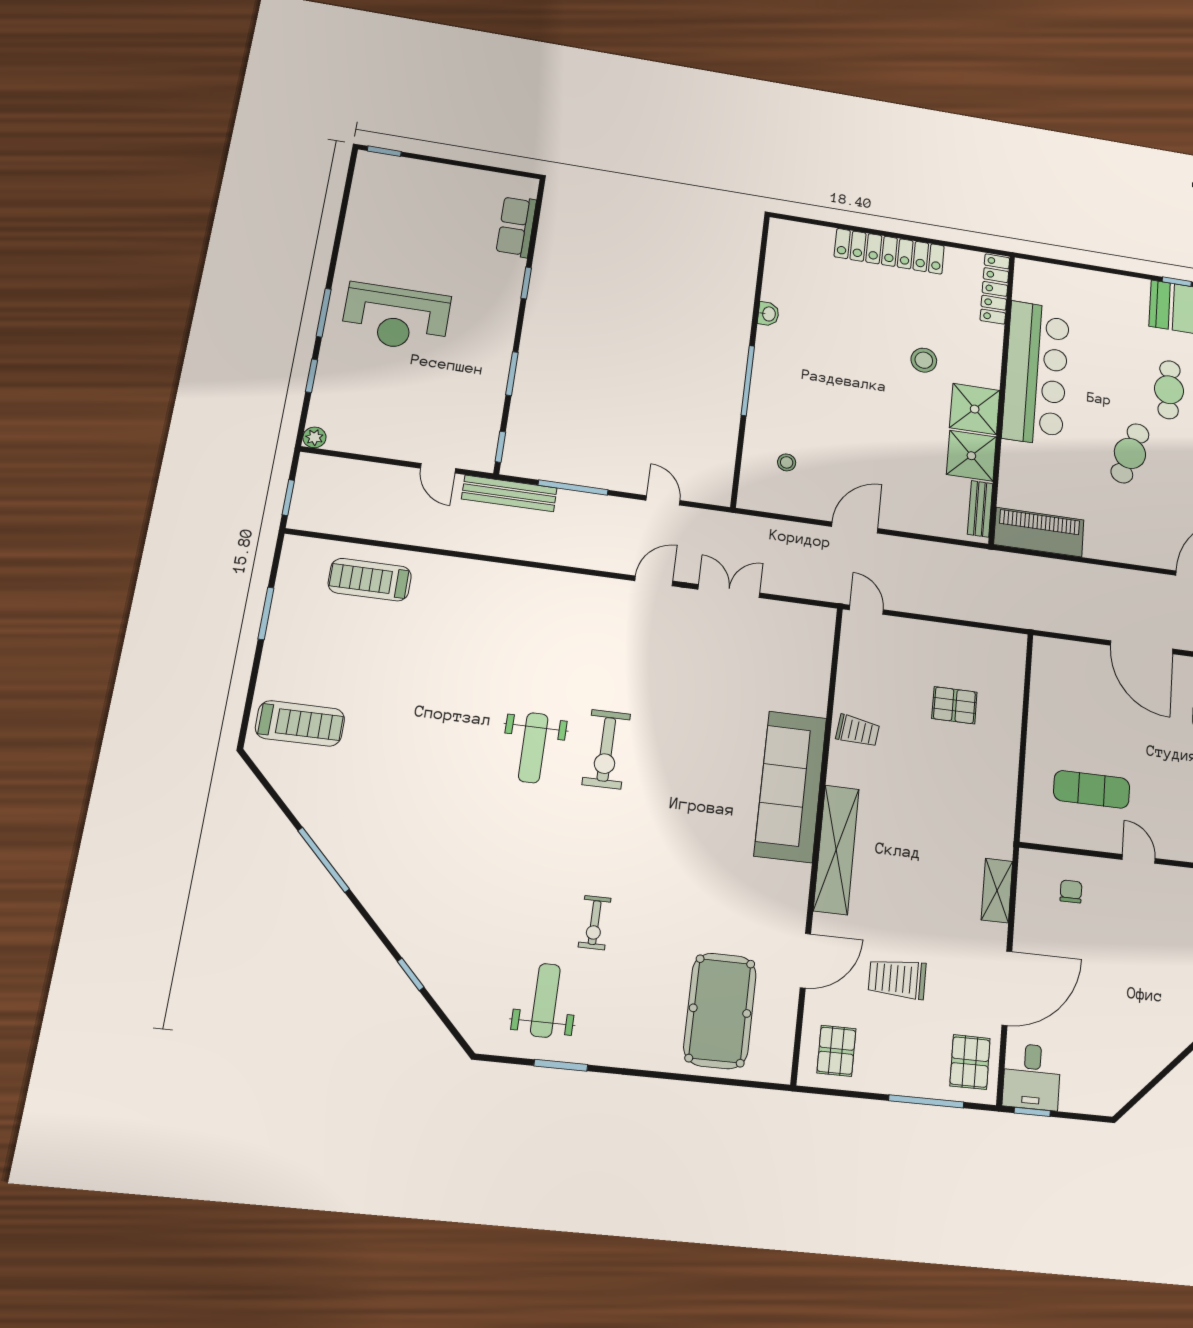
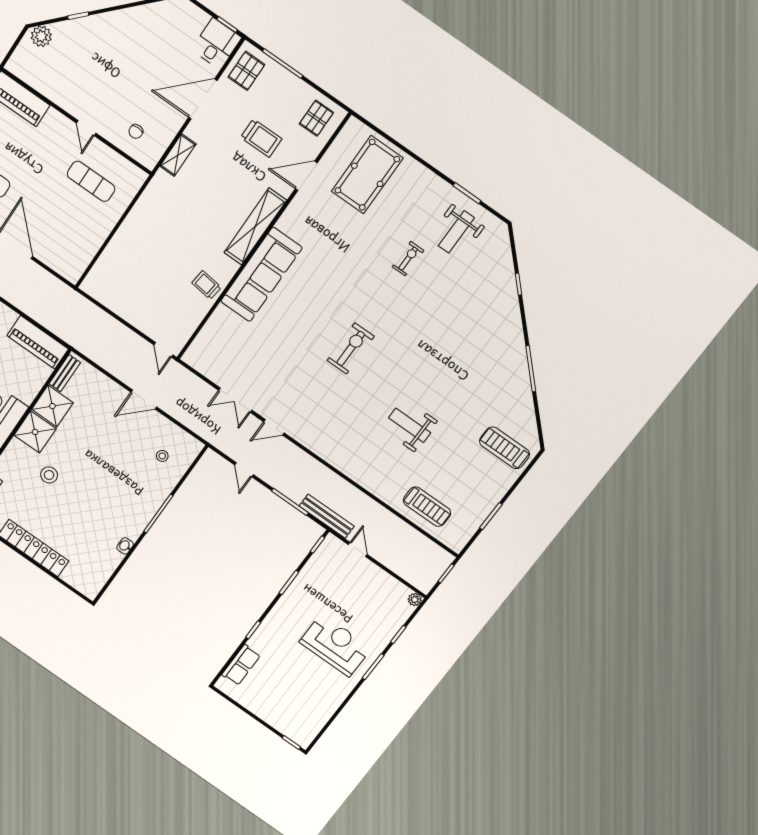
pallet: (954, 705) -> (143, 270), removed
weight bench: (533, 748) -> (410, 425), moved, turned -90

